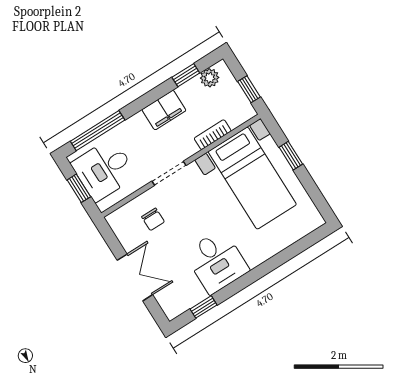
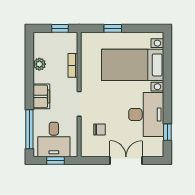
window: (186, 75) -> (29, 59), removed
plant: (210, 78) -> (39, 64), moved
filing cabinet: (164, 110) -> (41, 96), moved
bed with nightstands: (252, 178) -> (133, 65), moved, turned 180
desk: (217, 262) -> (146, 114), width x1.37

